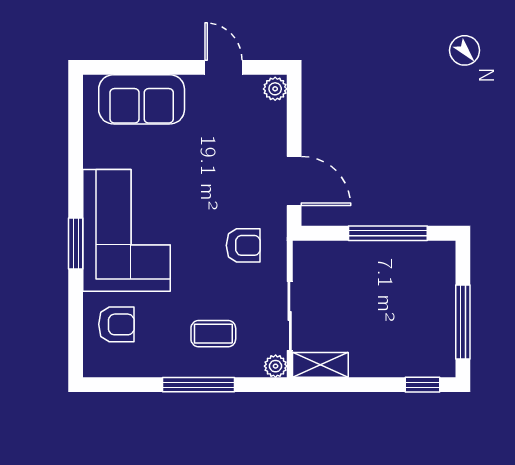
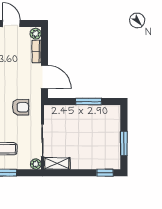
bookcase: (277, 127) -> (37, 51), added
window: (388, 233) -> (89, 102), width x0.69
window: (463, 322) -> (124, 143), width x0.69

